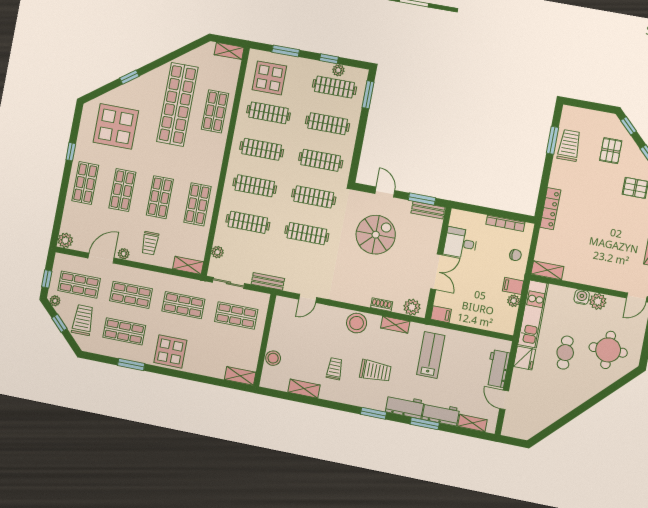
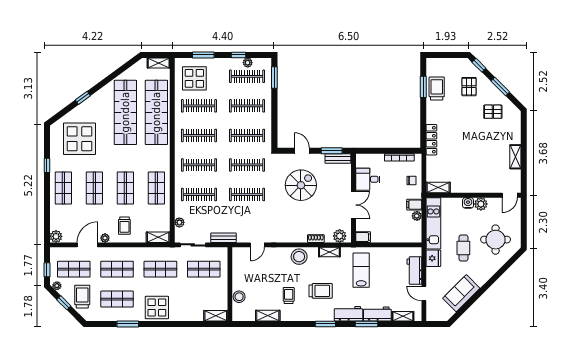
shop shelf: (215, 111) -> (156, 112), width x2.00, depth x1.36
sofa: (552, 409) -> (461, 293), added

